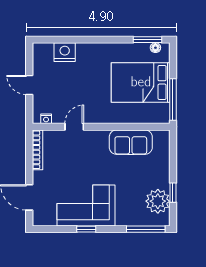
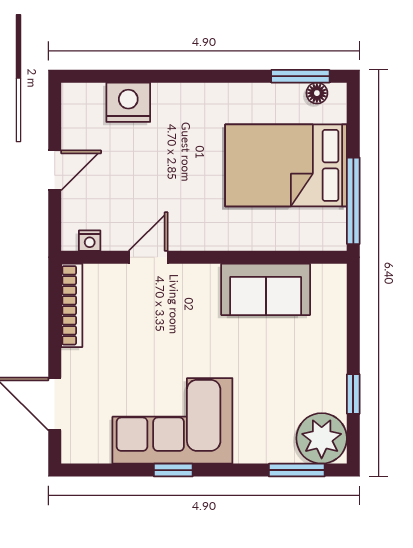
door: (29, 85) -> (55, 170), swing flipped
plant: (158, 201) -> (322, 438), moved
window: (146, 229) -> (297, 470), width x0.69

